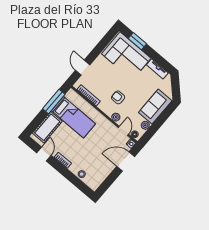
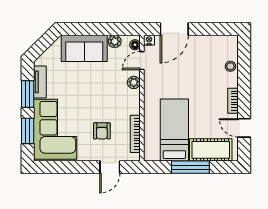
window: (156, 57) -> (28, 94), added
armchair: (118, 97) -> (102, 131), moved
window: (54, 102) -> (190, 167), moved
door: (44, 154) -> (244, 128), hinge flipped
door: (126, 161) -> (174, 29), hinge flipped

